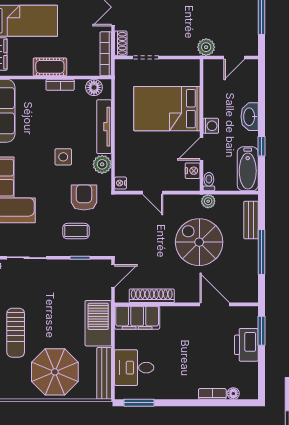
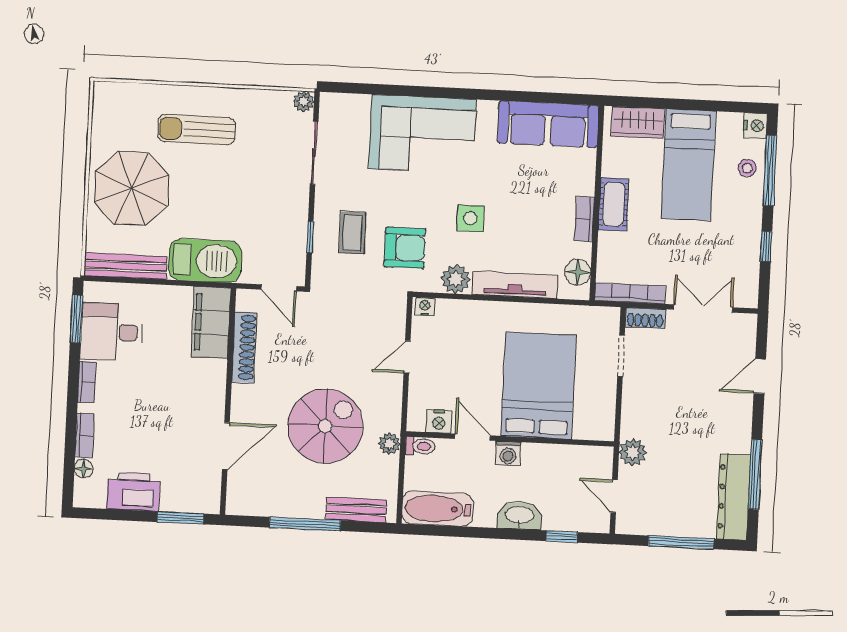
window: (262, 146) -> (562, 537), moved
printer: (246, 345) -> (133, 492), moved
desk: (134, 368) -> (112, 332), moved, turned -90
bookcase: (179, 394) -> (87, 382), added

